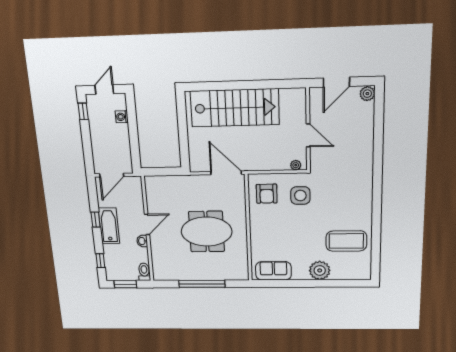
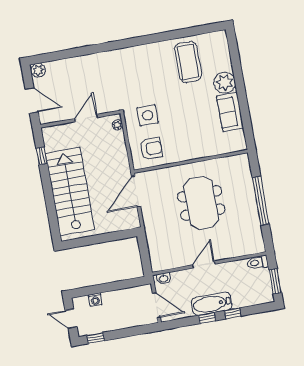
window: (276, 84) -> (42, 156), added
door: (147, 224) -> (204, 265), hinge flipped
washbasin: (142, 241) -> (164, 279), moved
window: (100, 261) -> (233, 313), moved
sofa: (273, 271) -> (230, 112), moved

